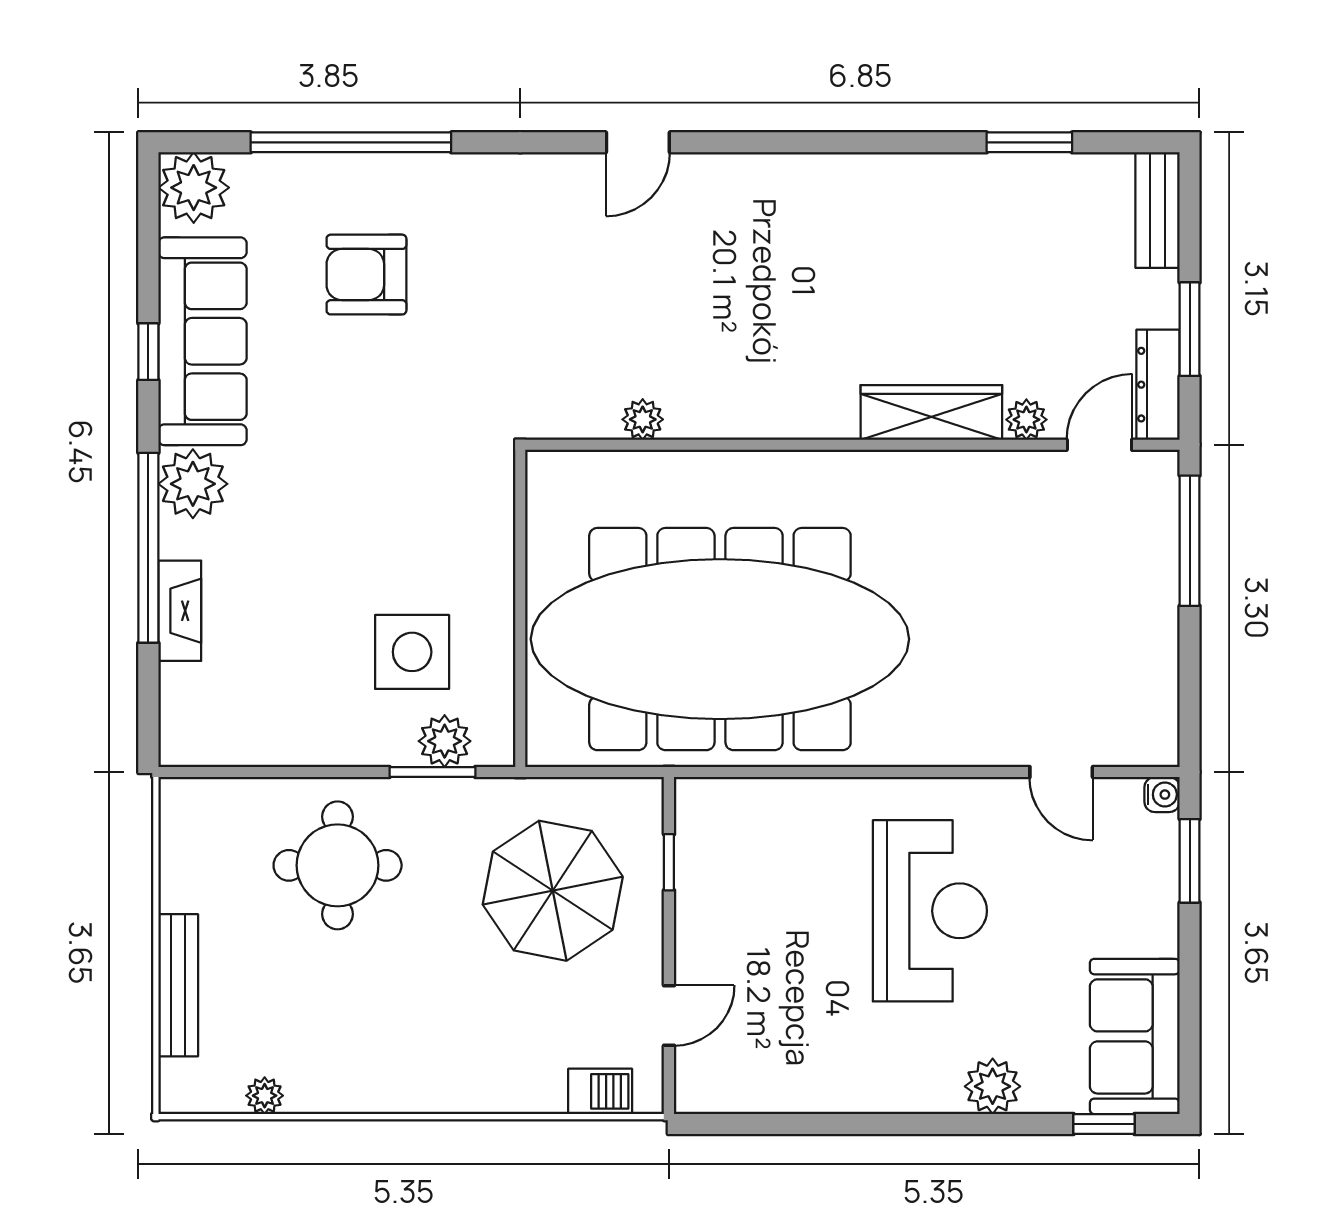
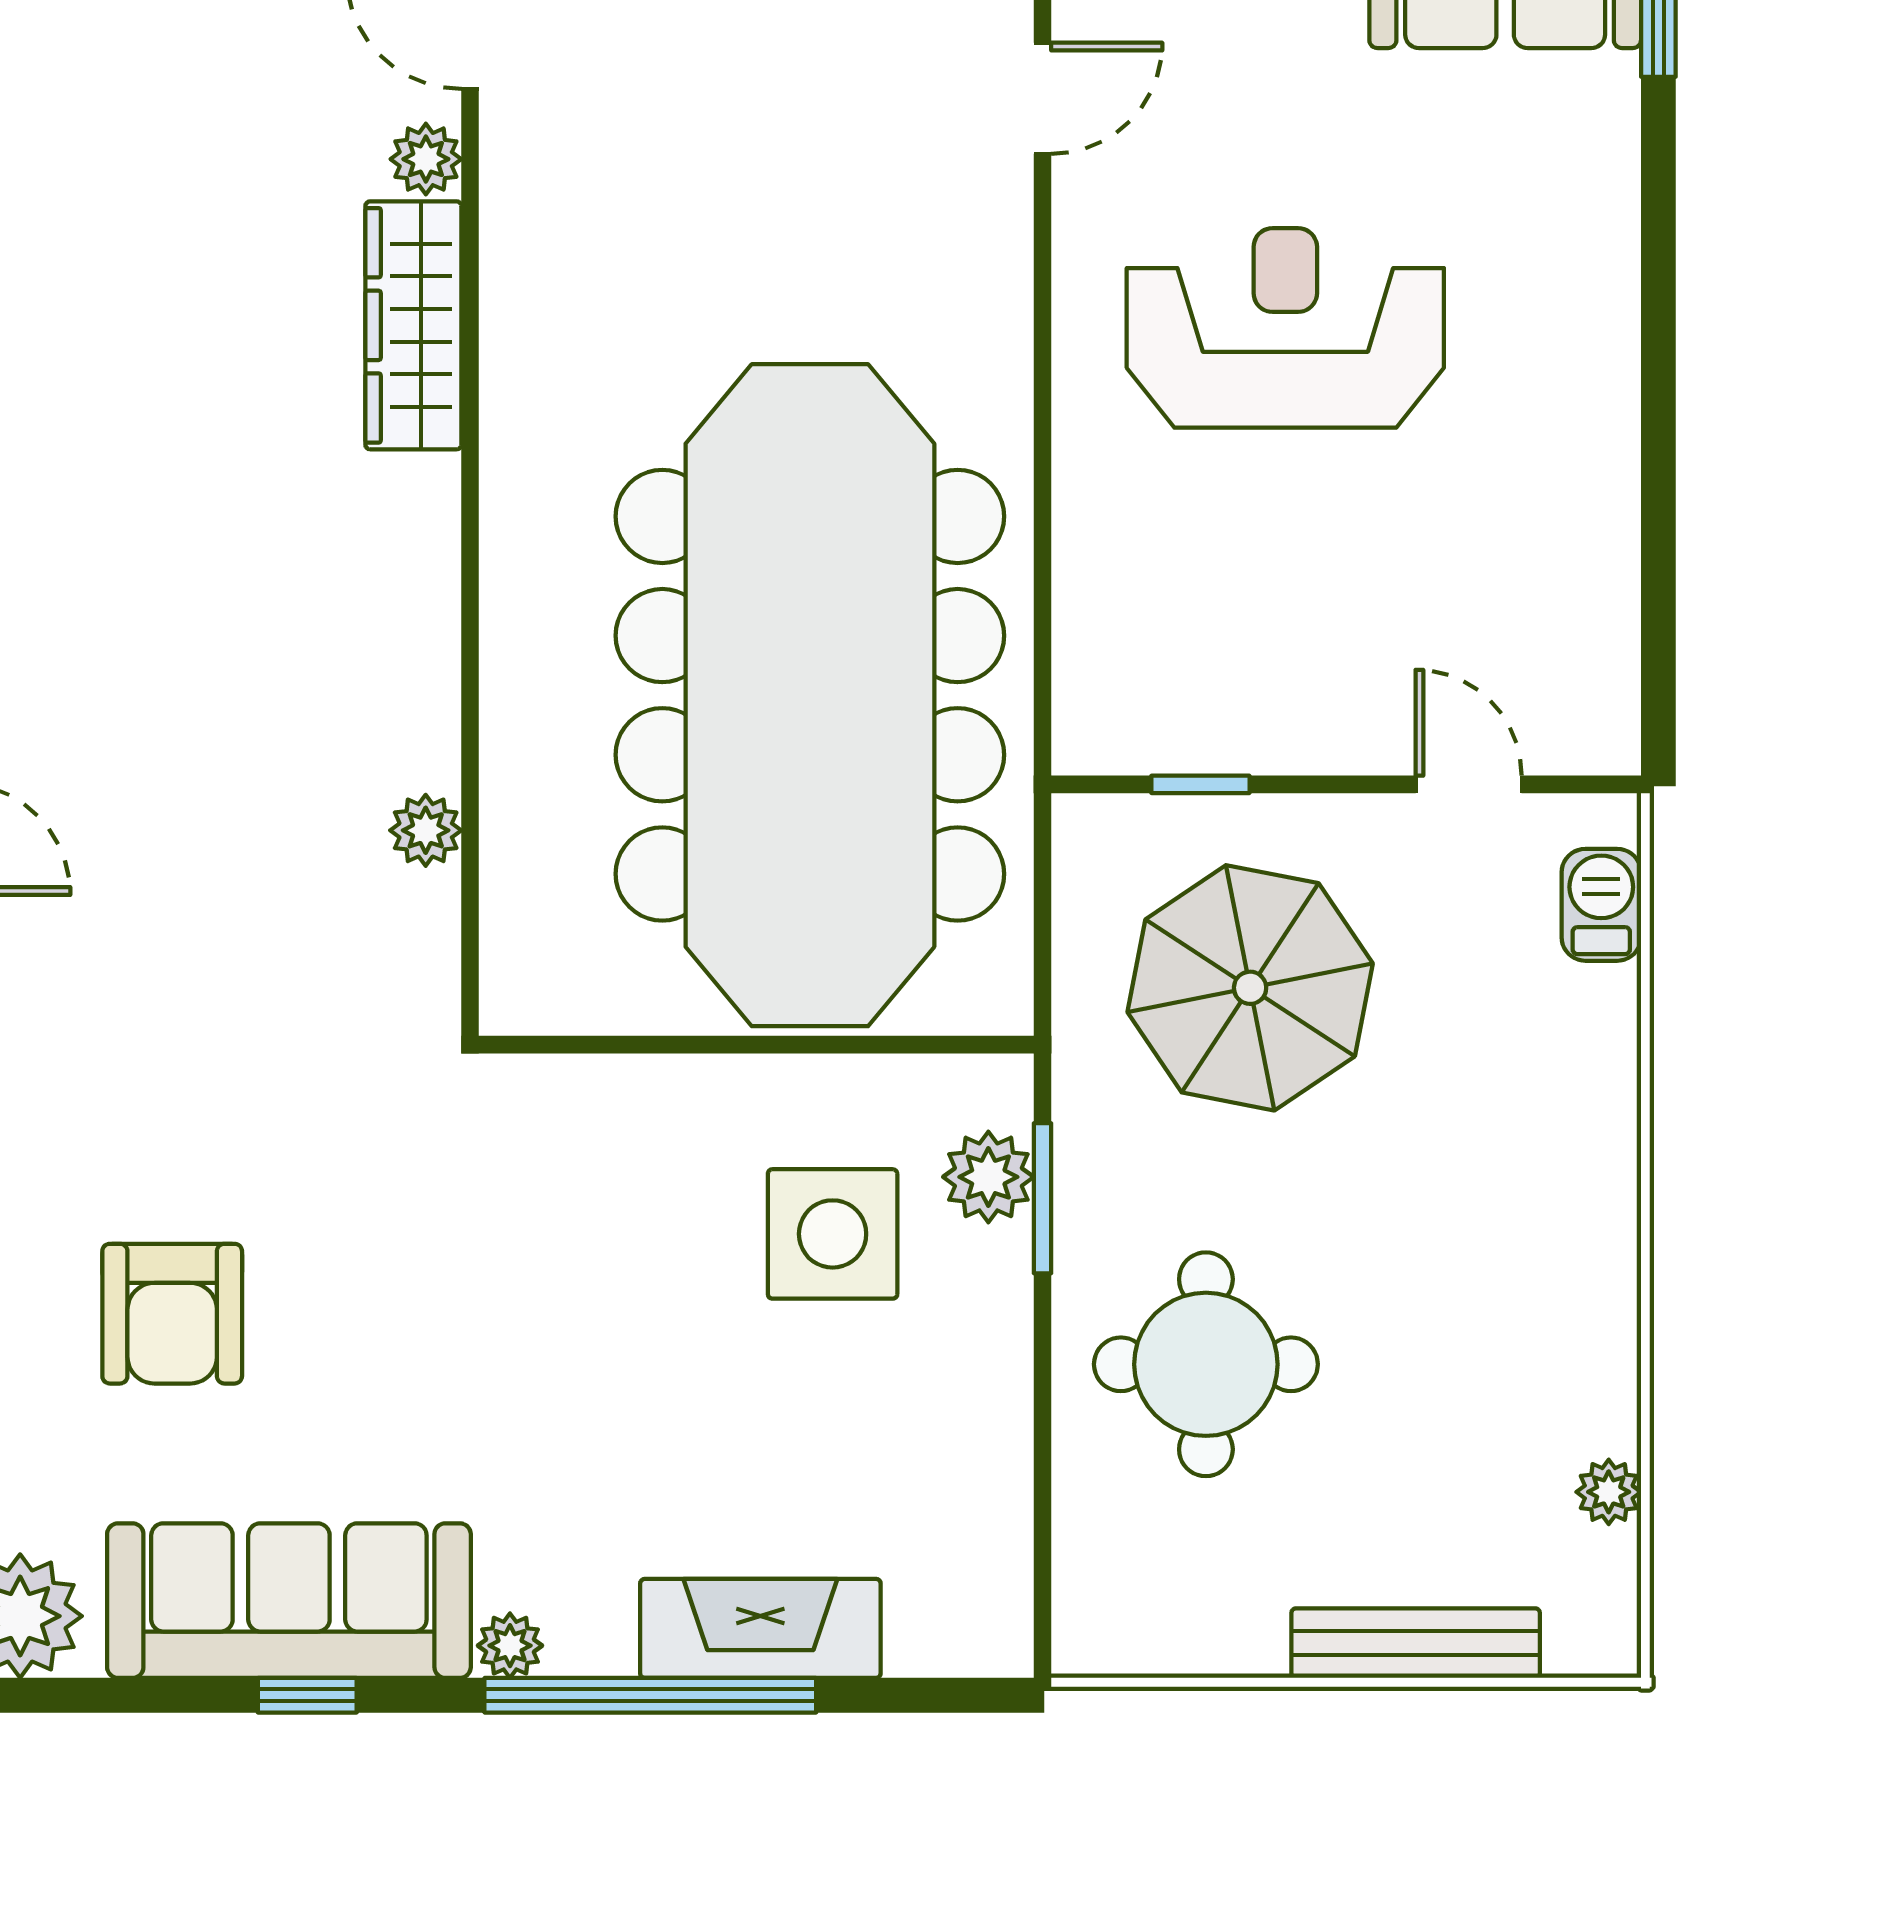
plant: (193, 484) -> (510, 1646), width x0.53, depth x0.53
fireplace: (180, 611) -> (760, 1628), width x1.37, depth x1.32
plant: (993, 1086) -> (1592, 218), removed

